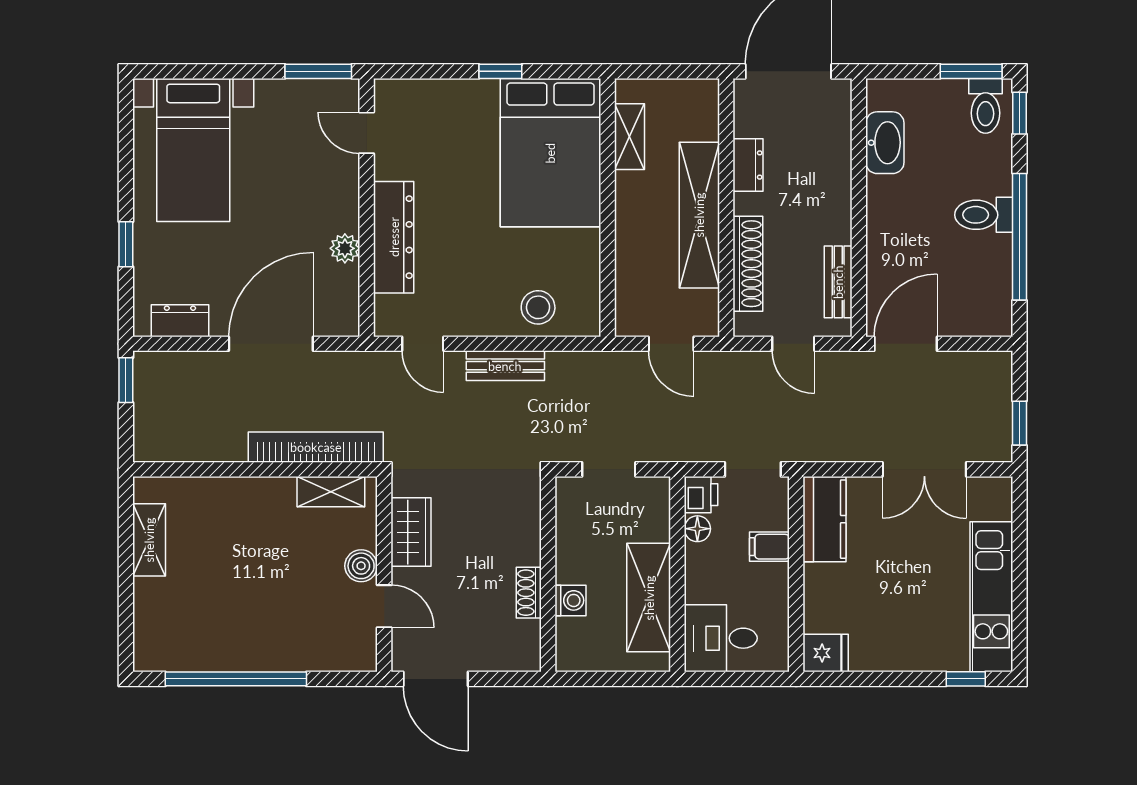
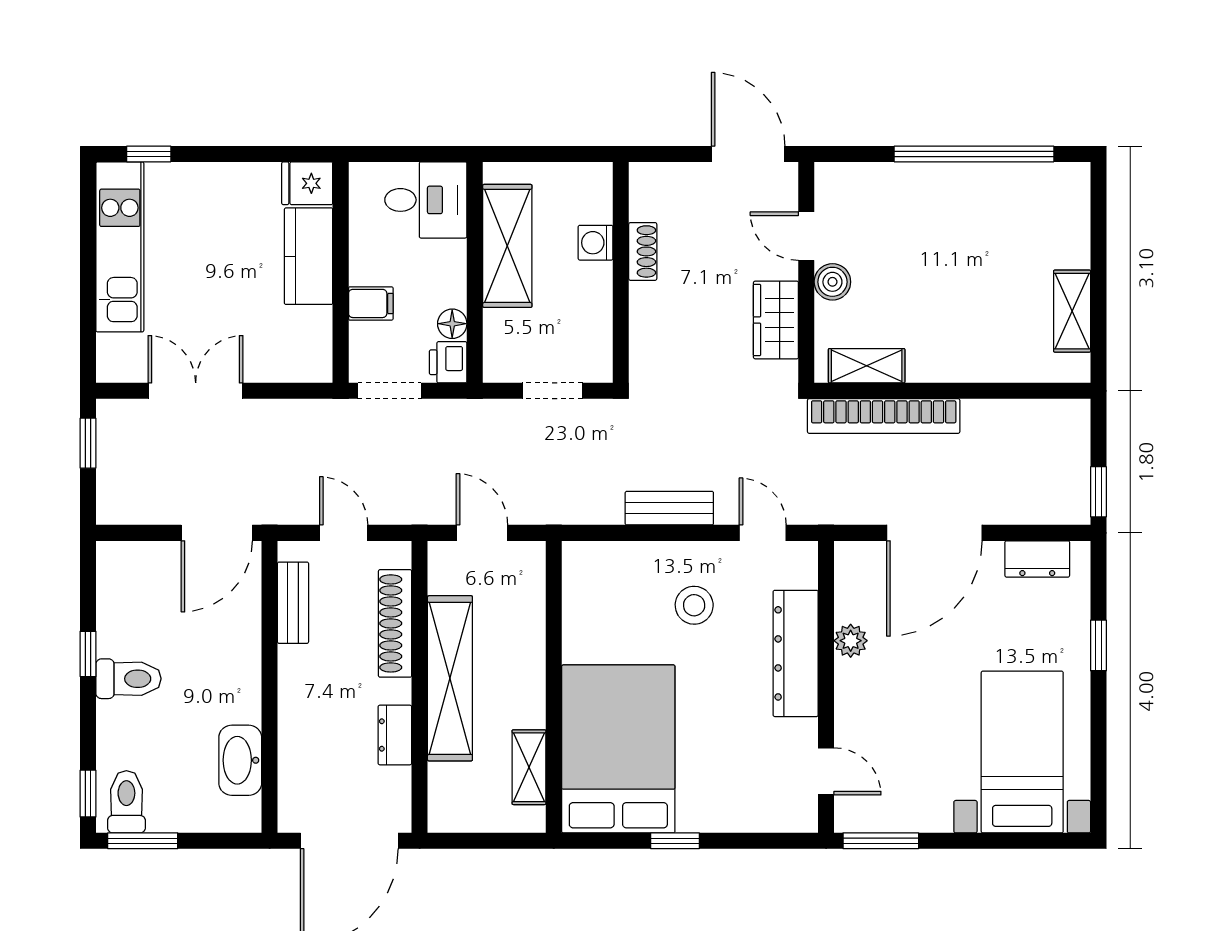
window: (1019, 237) -> (88, 654), width x0.32
stool: (538, 307) -> (694, 605), moved
kitchen counter: (824, 519) -> (309, 256), moved

